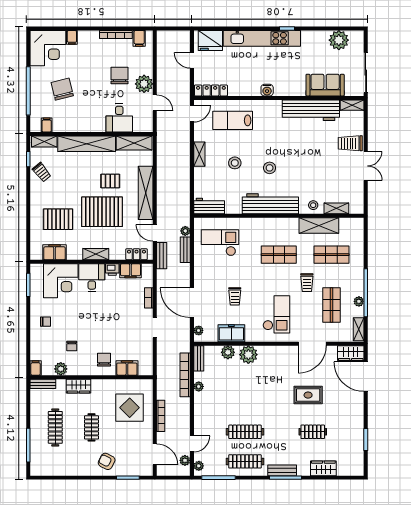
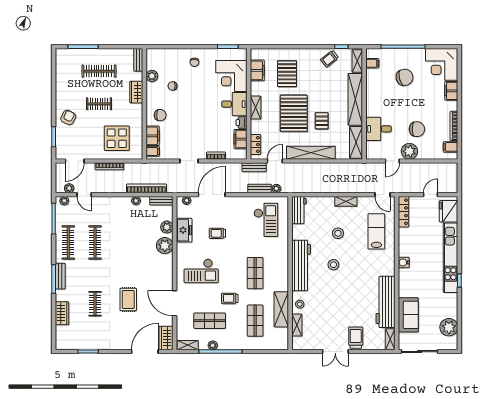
filing cabinet: (72, 37) -> (451, 91), width x2.00
filing cabinet: (36, 368) -> (153, 152), moved

